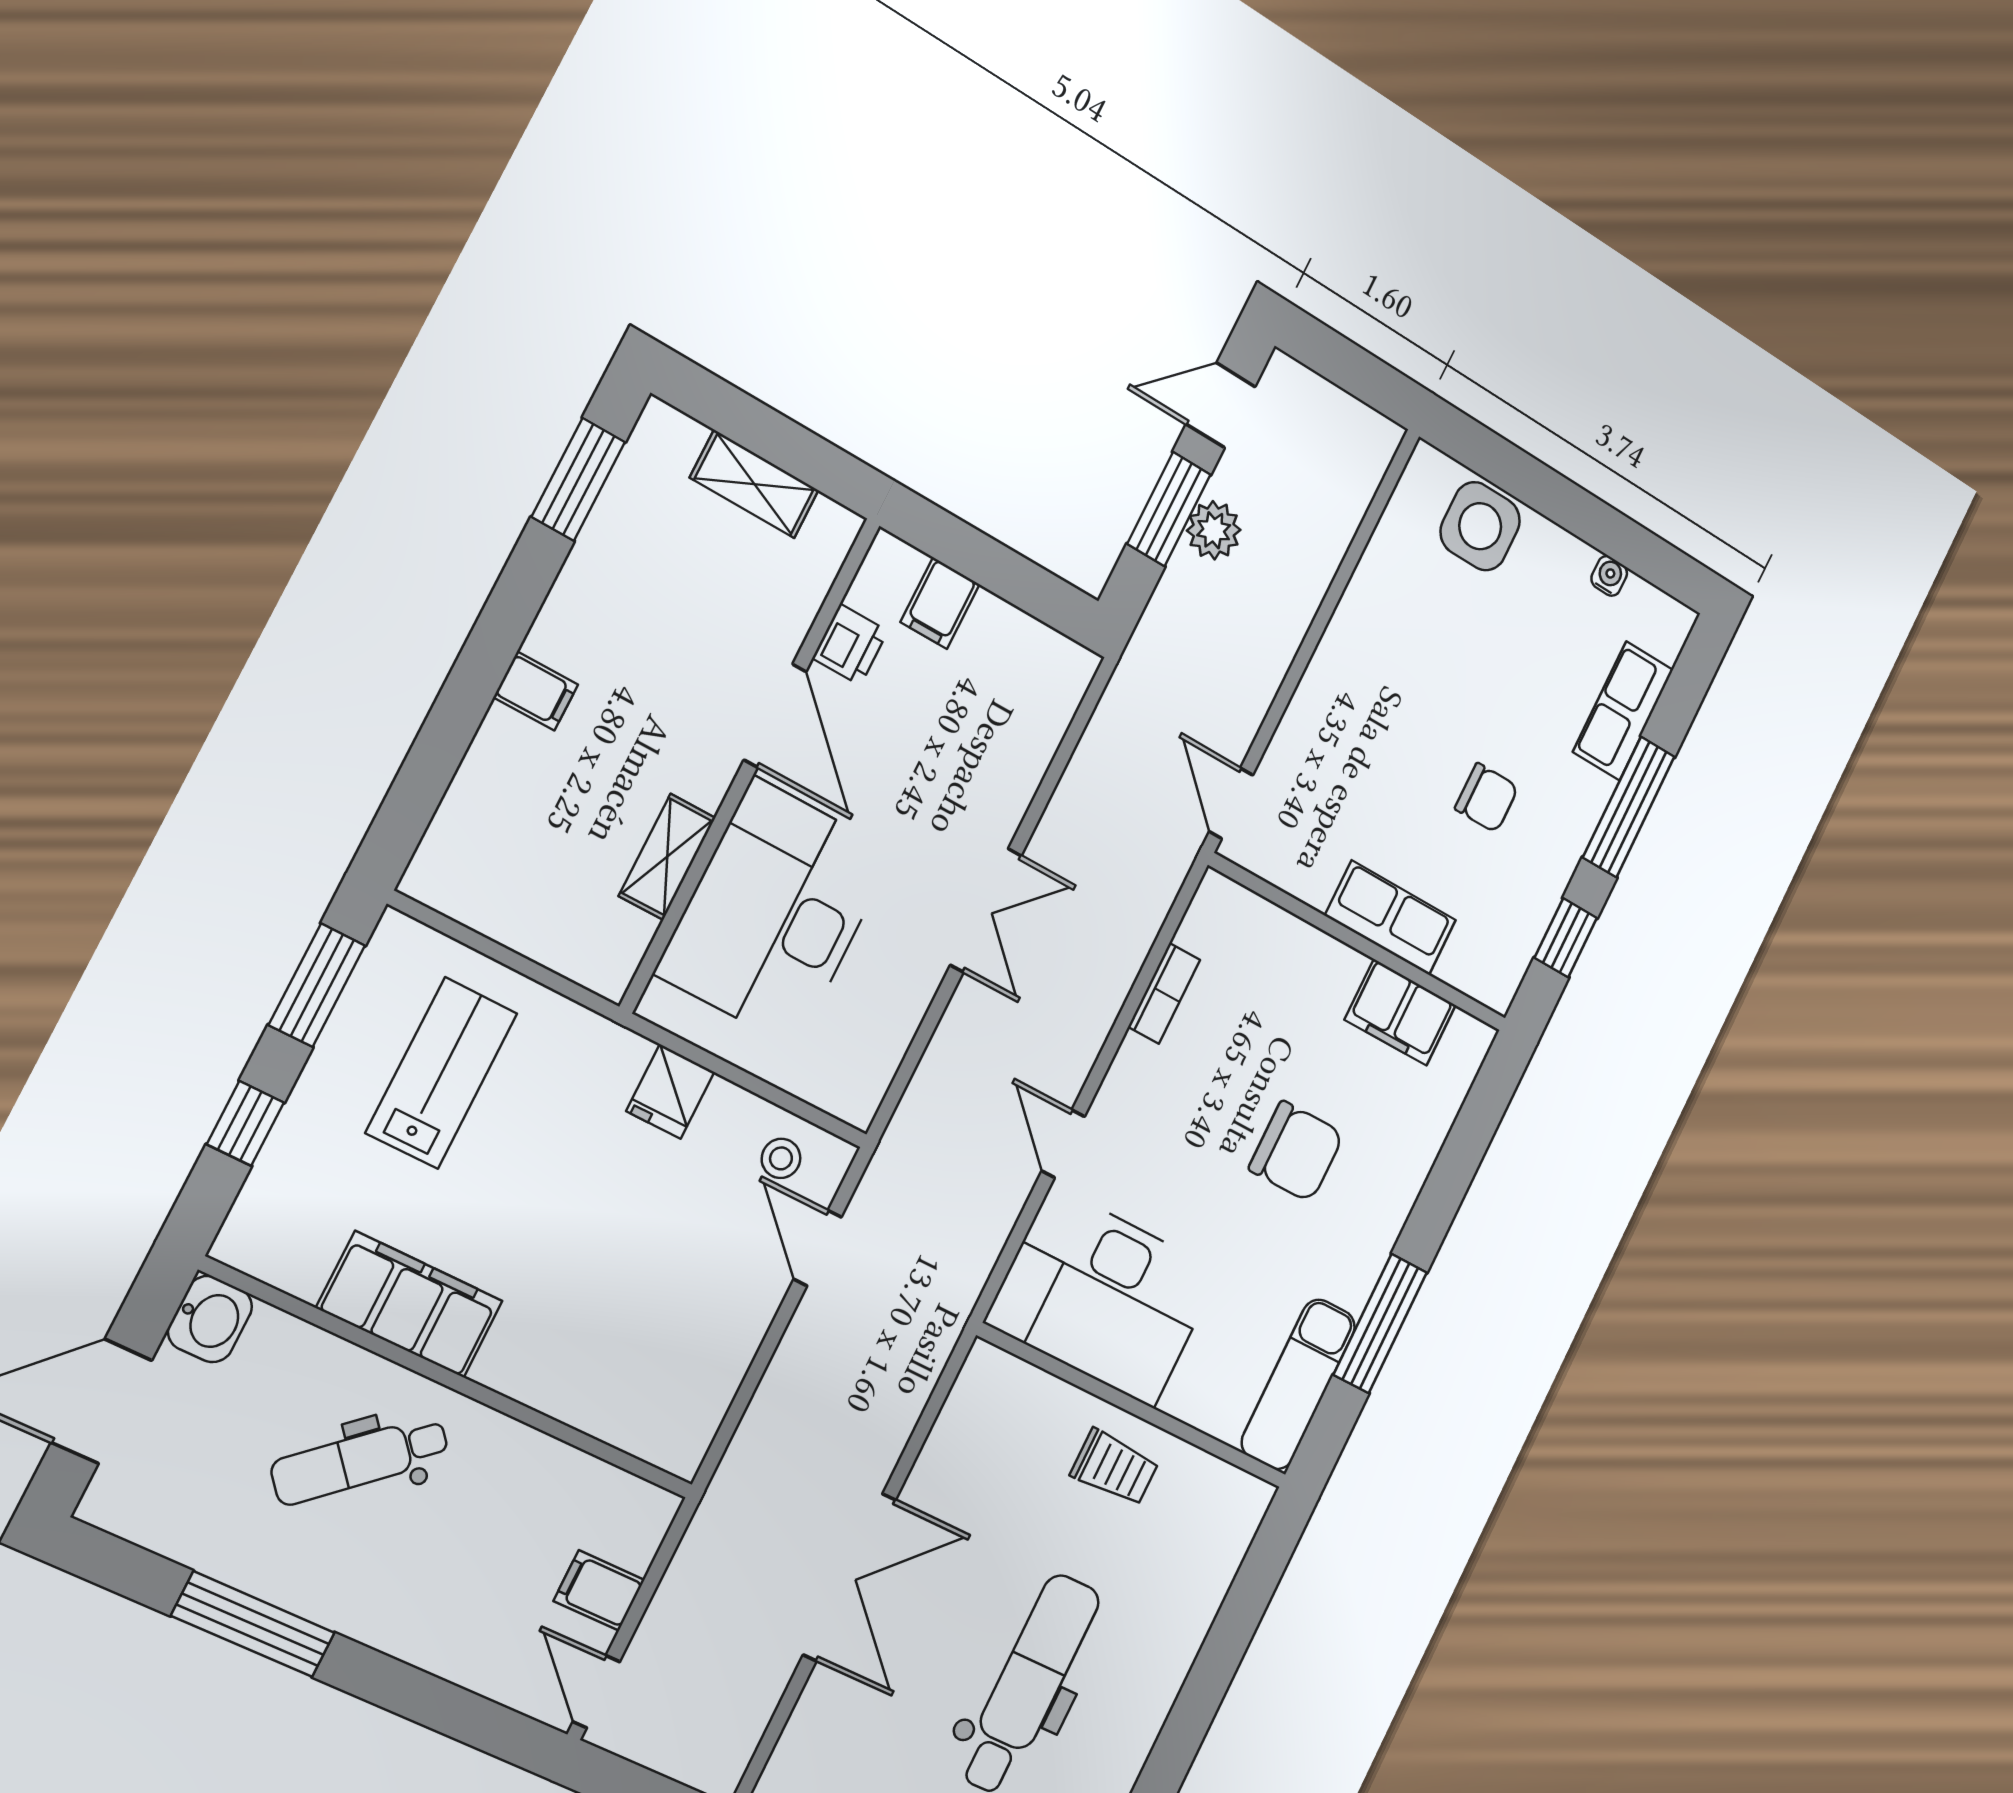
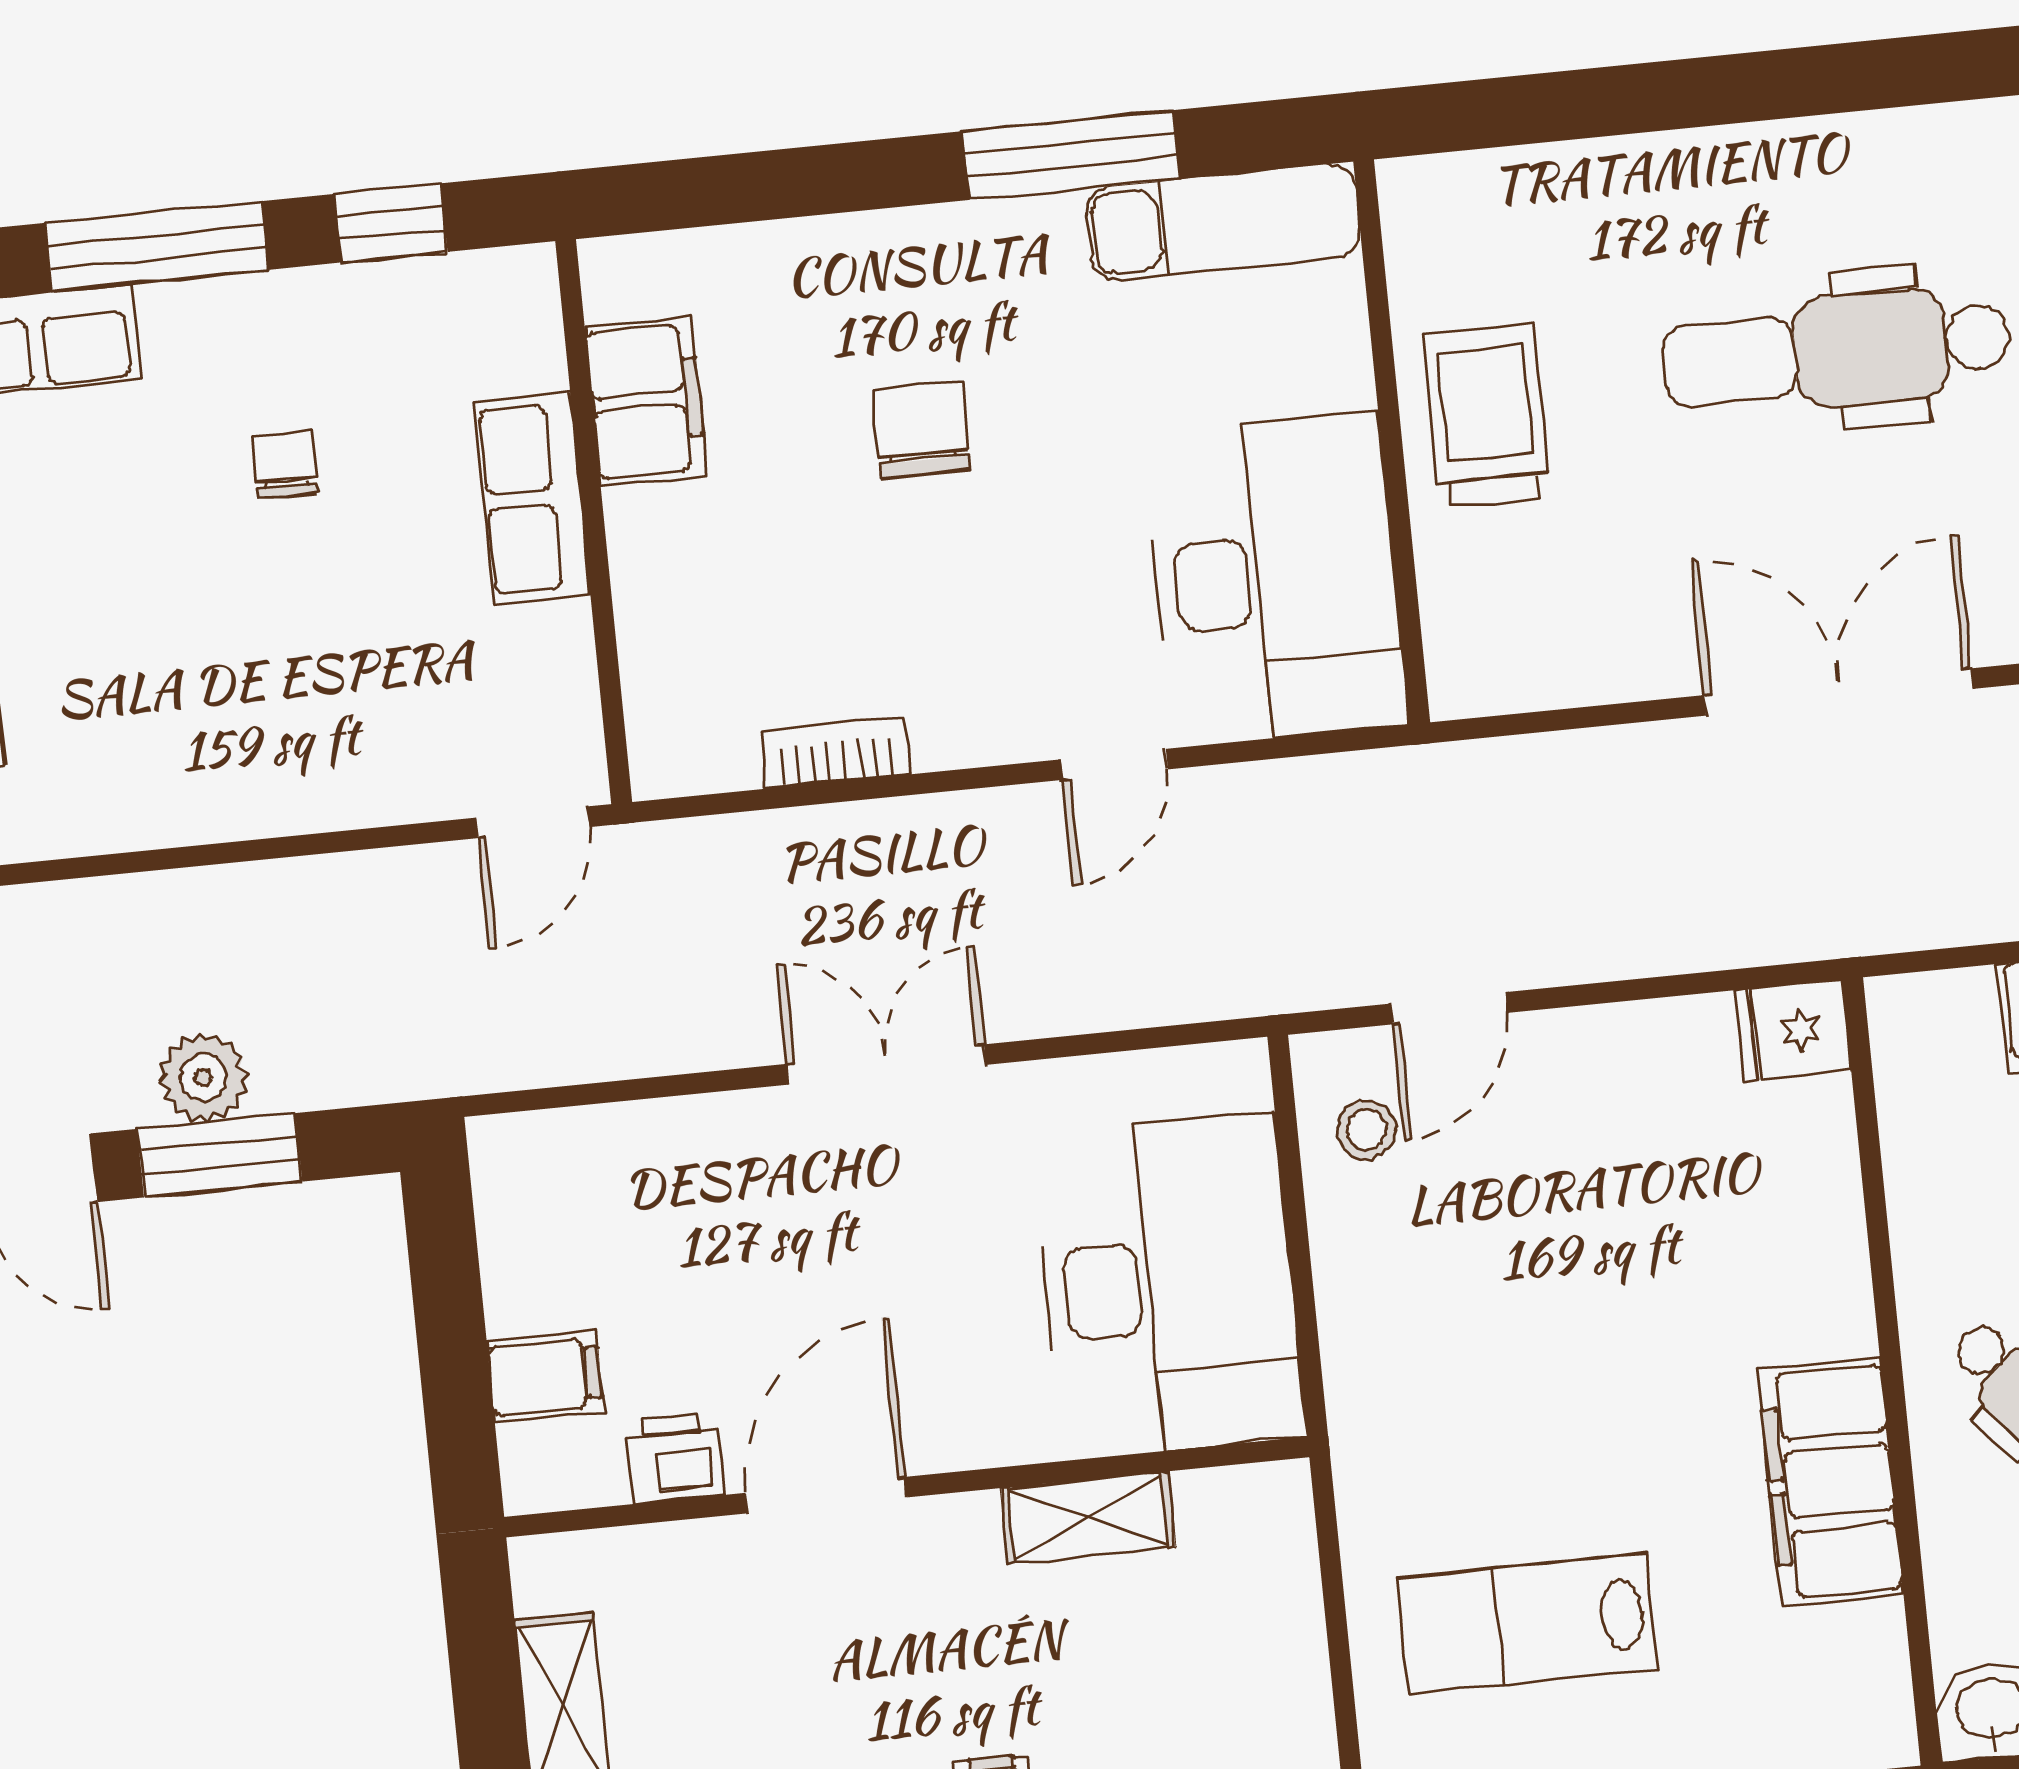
chair: (1487, 798) -> (285, 465), width x0.73, depth x0.73
desk: (775, 912) -> (1169, 1286), moved, turned -90
fridge: (670, 1092) -> (1792, 1031), moved, turned 180
chair: (1296, 1152) -> (921, 430), width x0.73, depth x0.73
trolley: (1115, 1468) -> (1487, 415), width x1.36, depth x1.39

